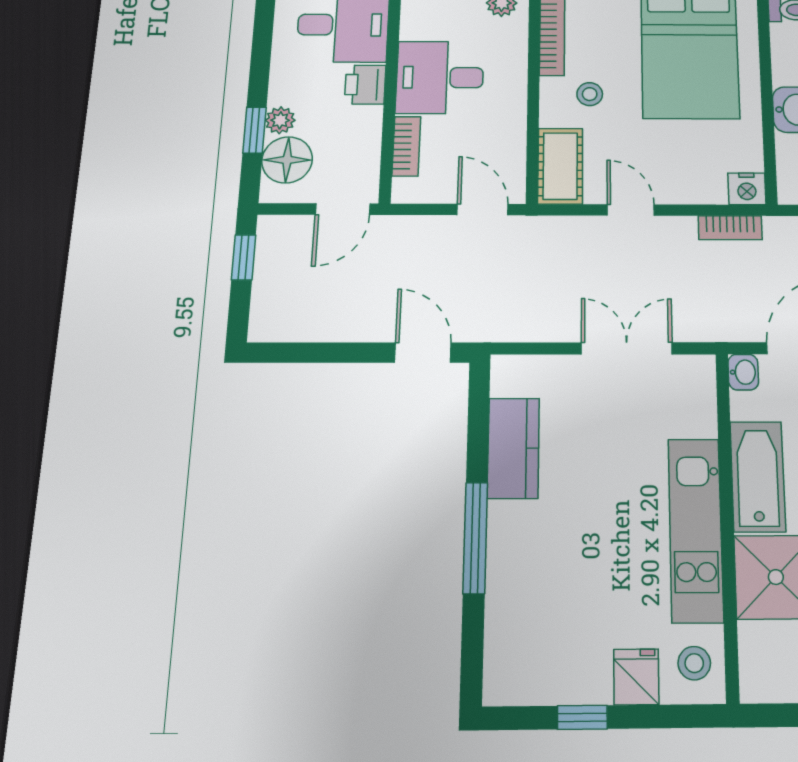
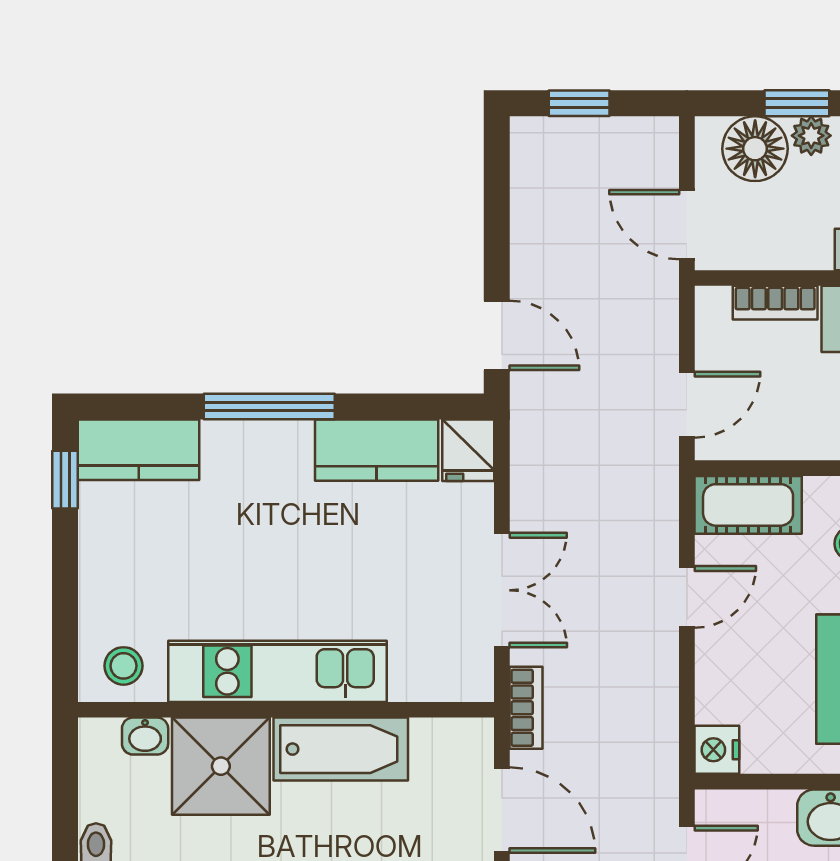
bookcase: (730, 228) -> (526, 708), moved, turned 180
window: (244, 257) -> (579, 103), moved
door: (423, 353) -> (497, 335), hinge flipped
washbasin: (743, 372) -> (145, 736), moved
kitchen counter: (509, 651) -> (139, 450), added
fridge: (636, 677) -> (468, 450), moved, turned 90
window: (582, 717) -> (65, 480), moved

